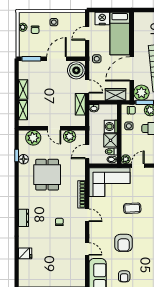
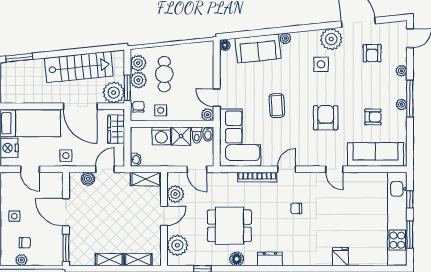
boiler: (76, 70) -> (88, 179), width x0.54, depth x0.54
shelving: (80, 104) -> (146, 179), moved
floor lamp: (23, 159) -> (237, 259), moved
dresser: (24, 218) -> (270, 259), moved
armchair: (124, 243) -> (326, 118), turned -90
door: (87, 249) -> (334, 169), swing flipped

